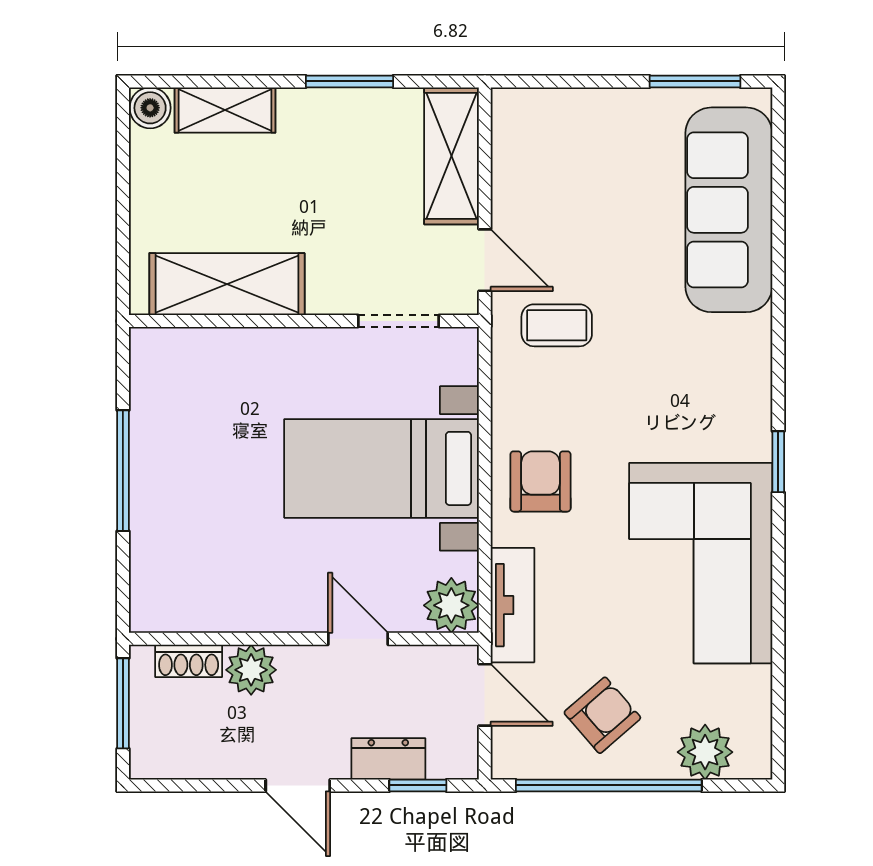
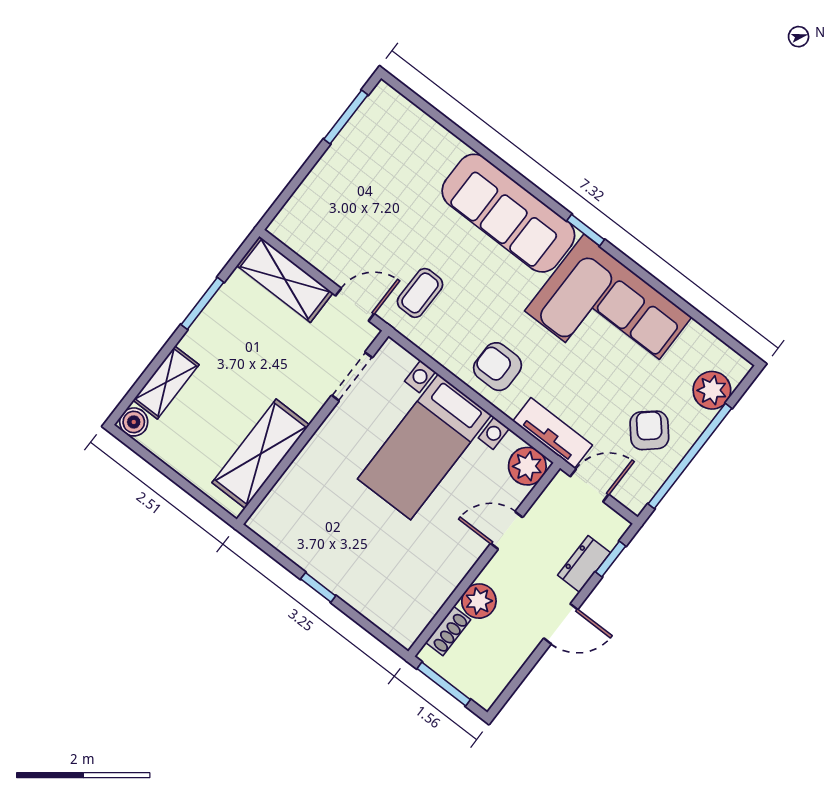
sofa: (729, 210) -> (508, 213), moved
window: (123, 471) -> (318, 587), width x0.46

